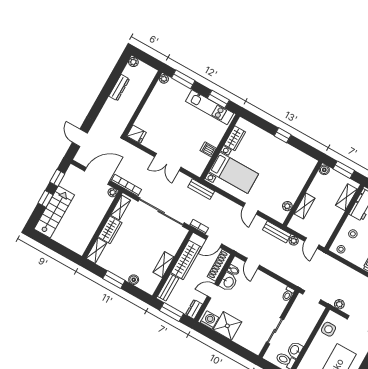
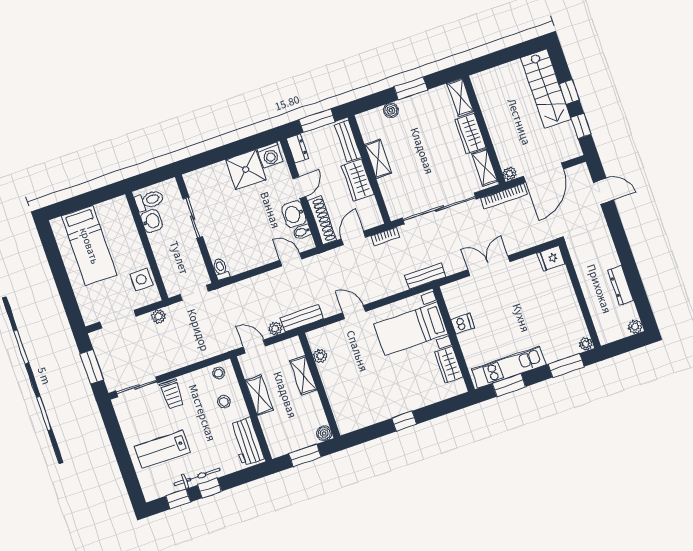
shelving: (346, 197) -> (259, 395), moved
wardrobe: (186, 260) -> (358, 180), width x0.67

